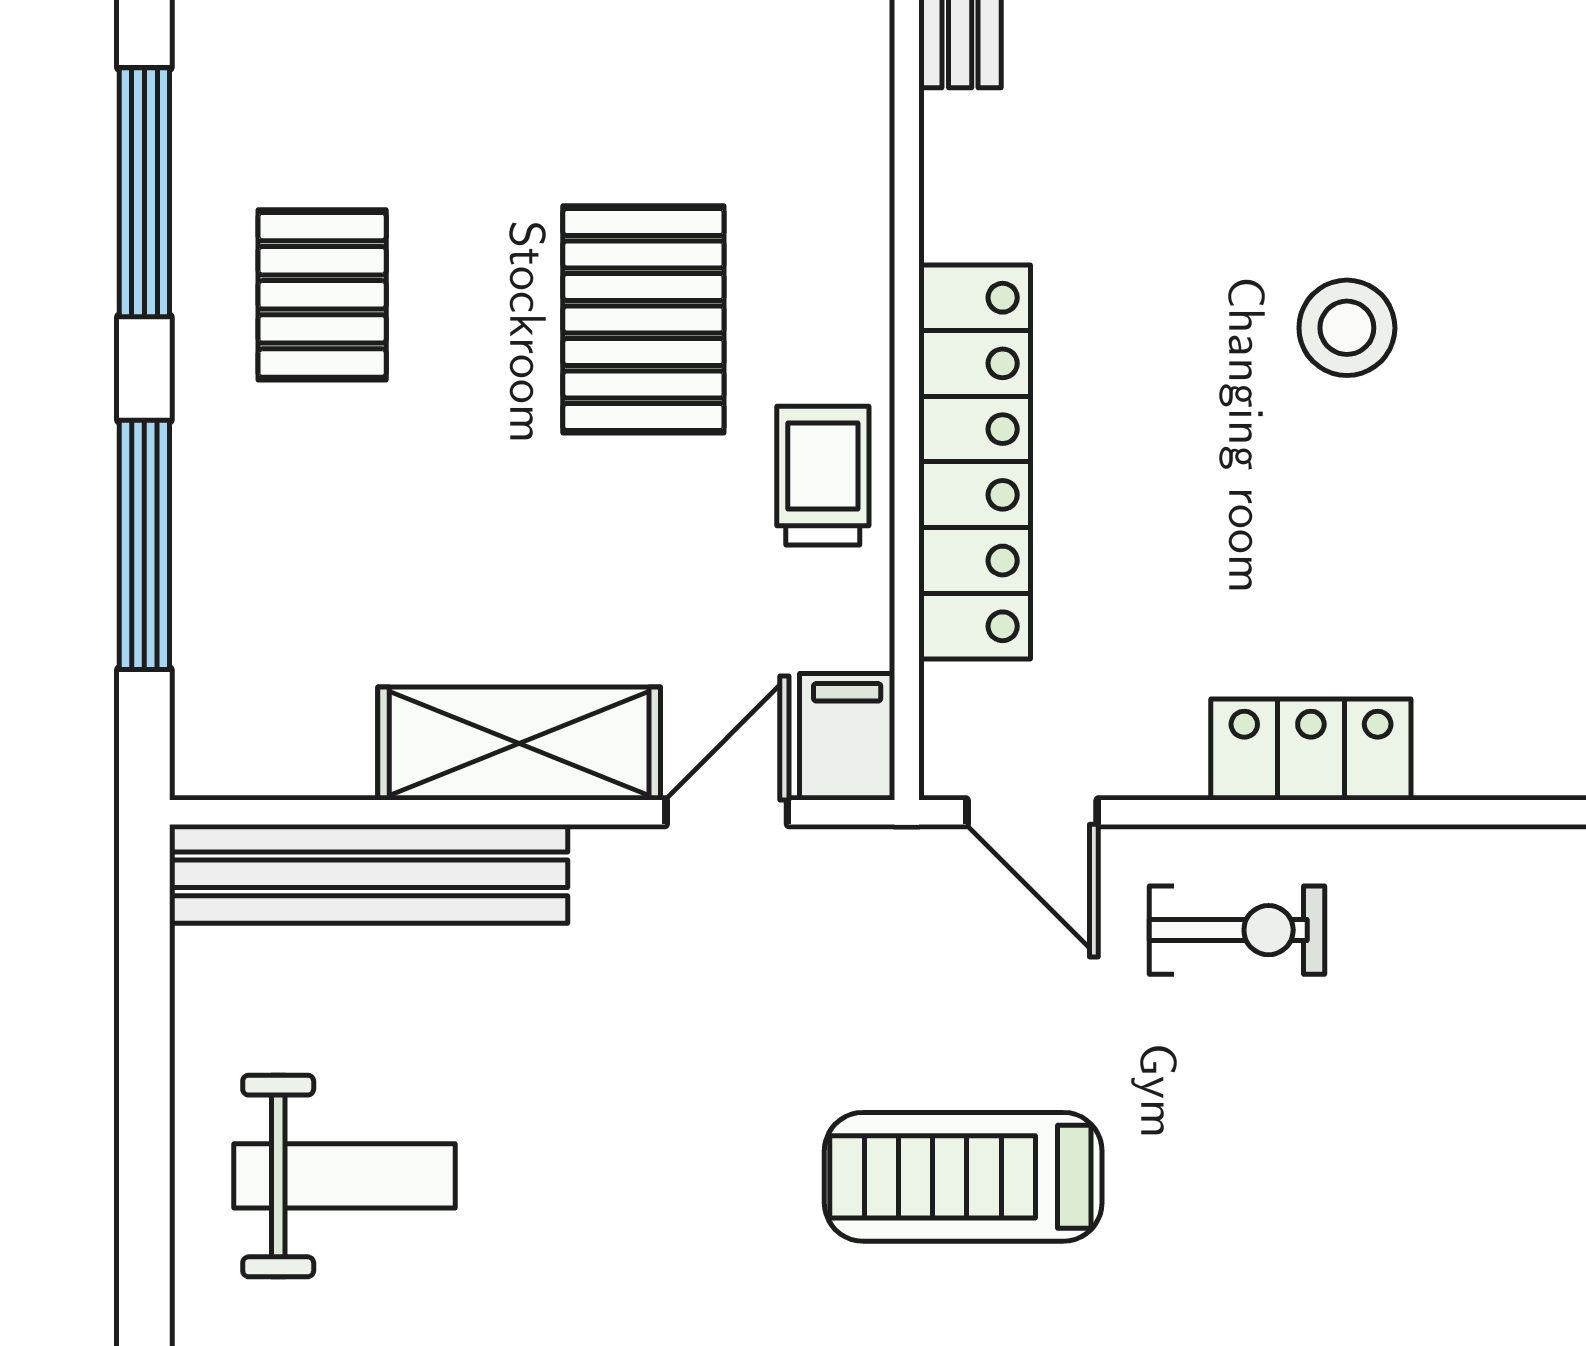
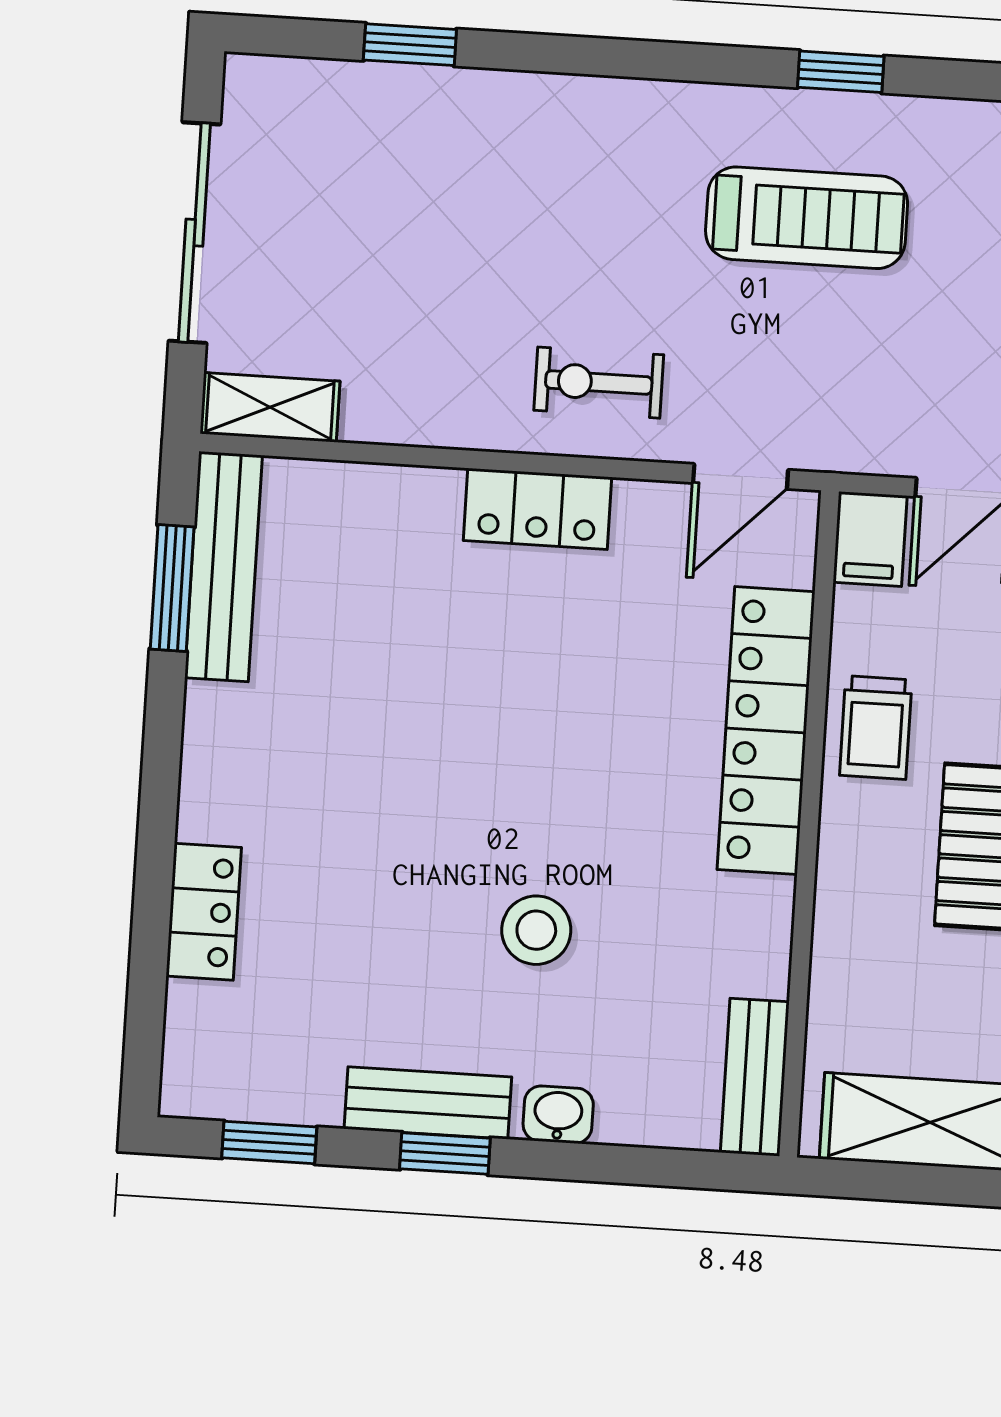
stool: (1347, 328) -> (536, 930), moved
door: (1032, 812) -> (741, 476), swing flipped

